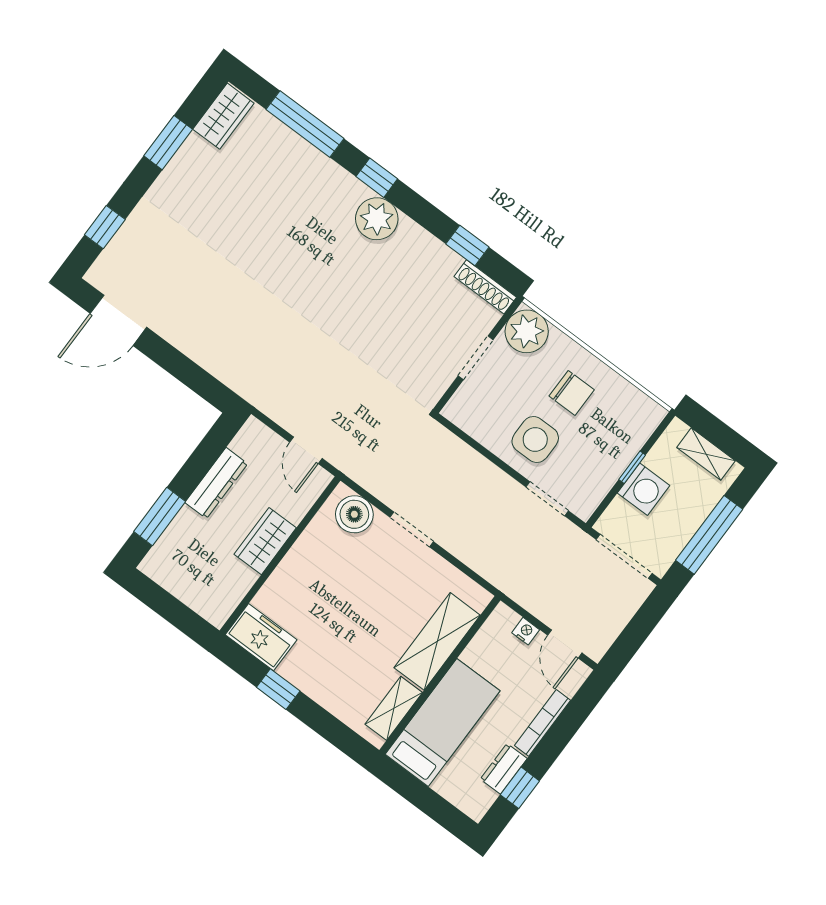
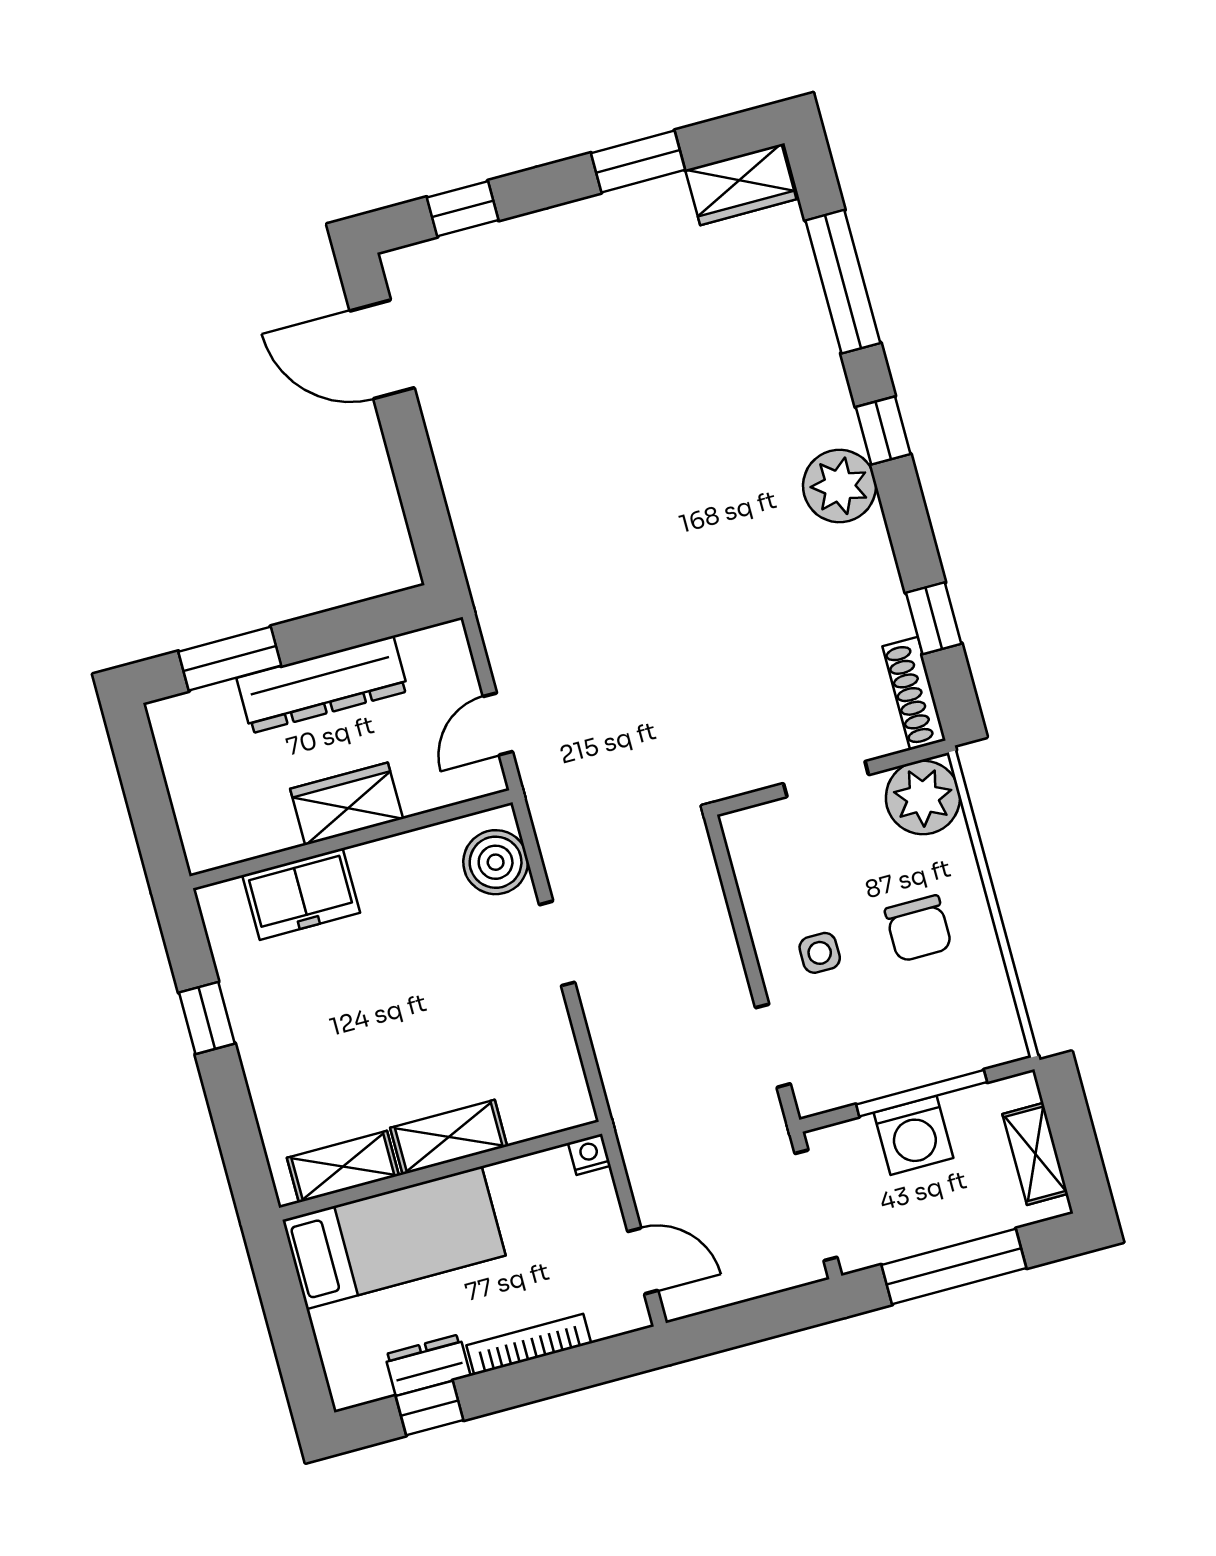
side table: (535, 439) -> (820, 953), width x0.54, depth x0.54
window: (632, 467) -> (922, 1093), width x2.17
dresser: (216, 483) -> (322, 685), width x1.37, depth x1.24
nightstand: (526, 631) -> (589, 1154), moved, turned -90
freezer: (261, 637) -> (301, 894), moved, turned 90
shelving: (437, 641) -> (449, 1137), width x0.67, depth x0.75
door: (565, 644) -> (643, 1261), swing flipped

